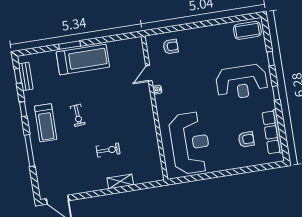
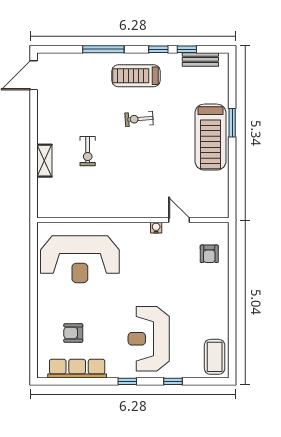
window: (18, 76) -> (187, 49), moved
armchair: (246, 139) -> (73, 333), turned 90

